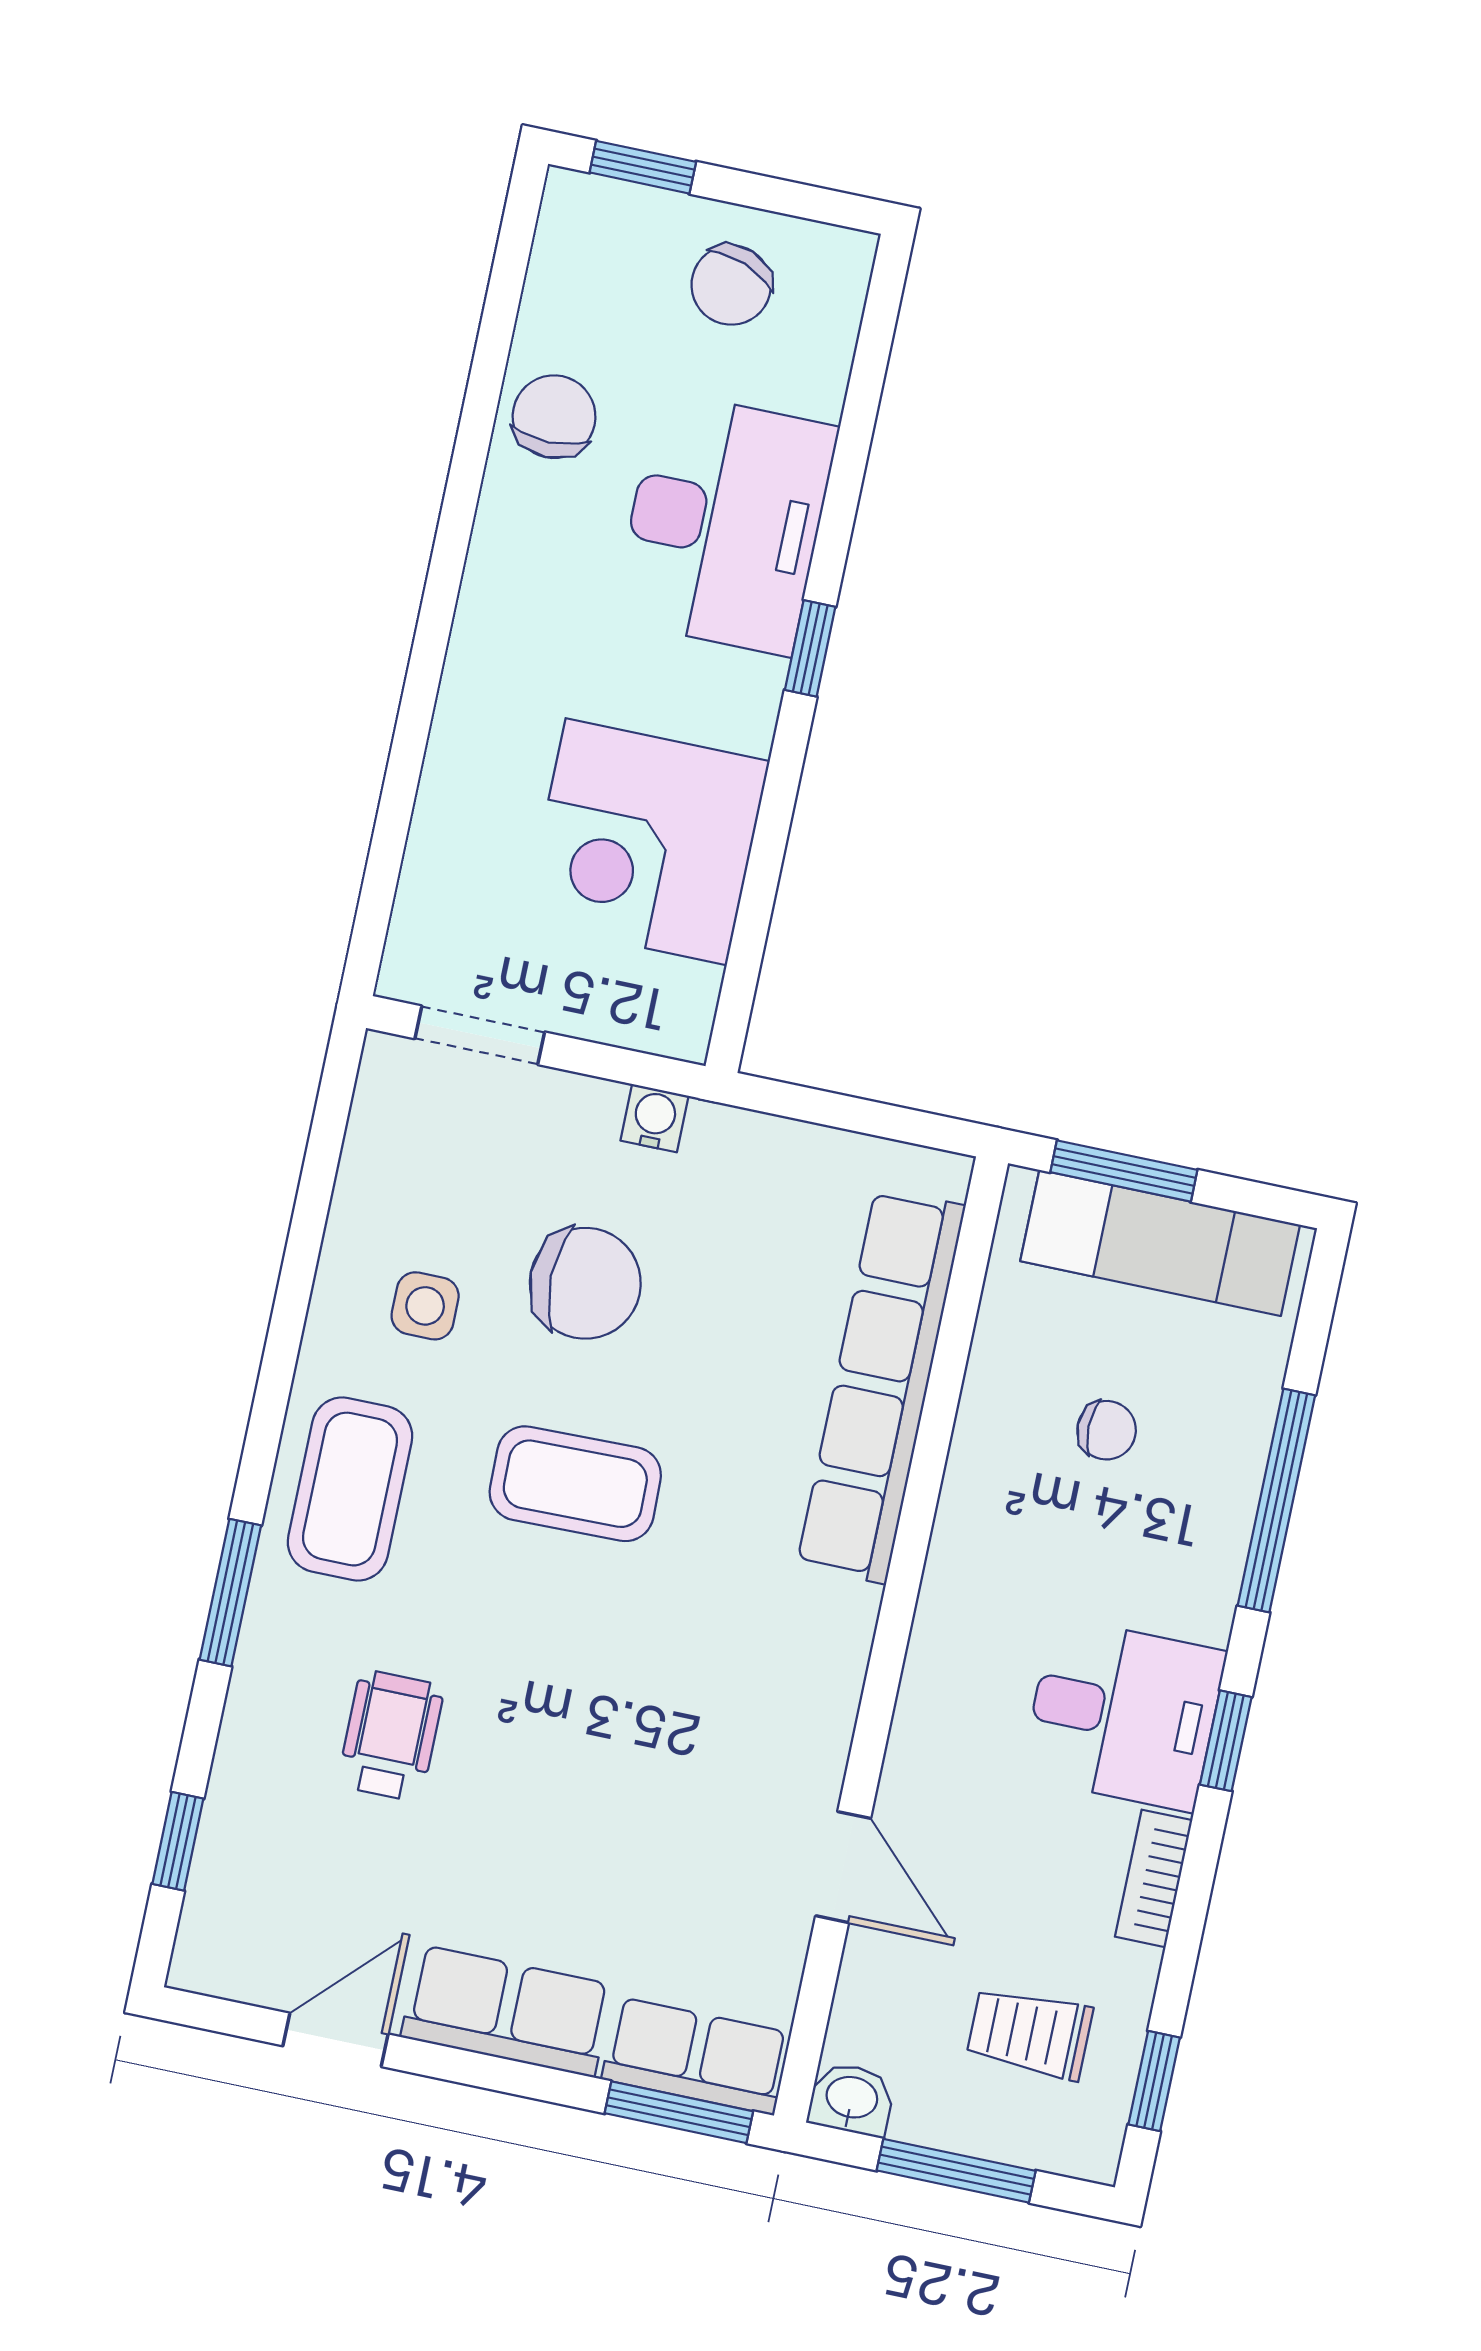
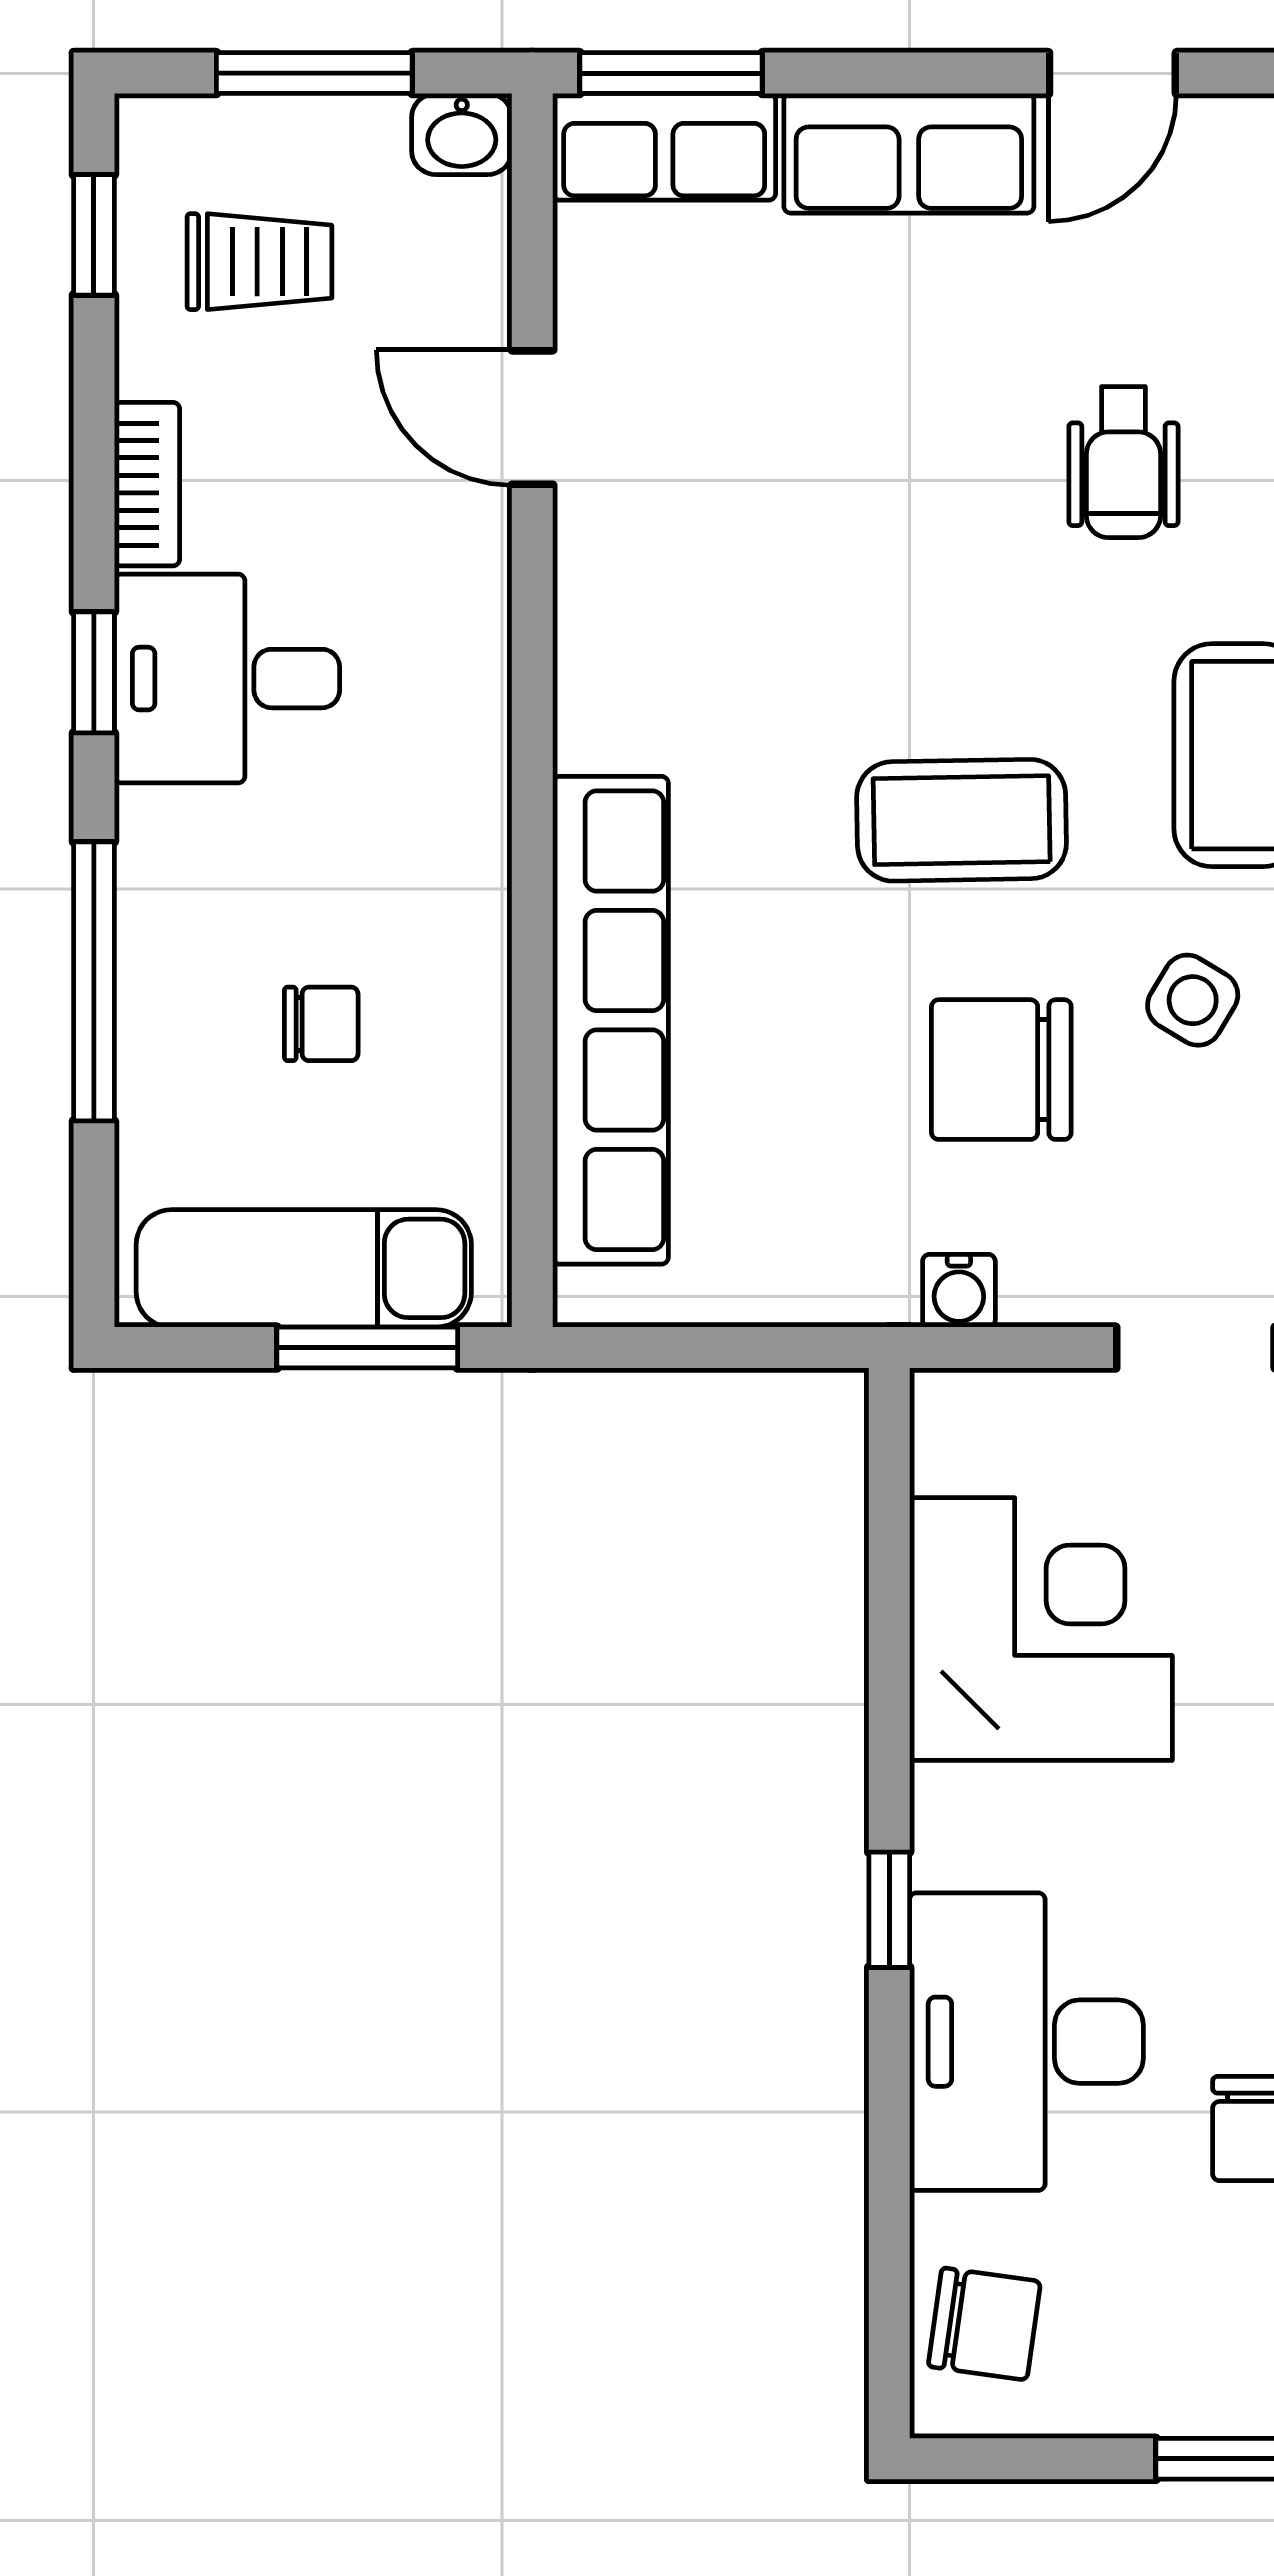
chair: (731, 285) -> (984, 2324), moved, turned 77
side table: (425, 1306) -> (1193, 1000), turned 31
chair: (1107, 1430) -> (321, 1024), turned 180

